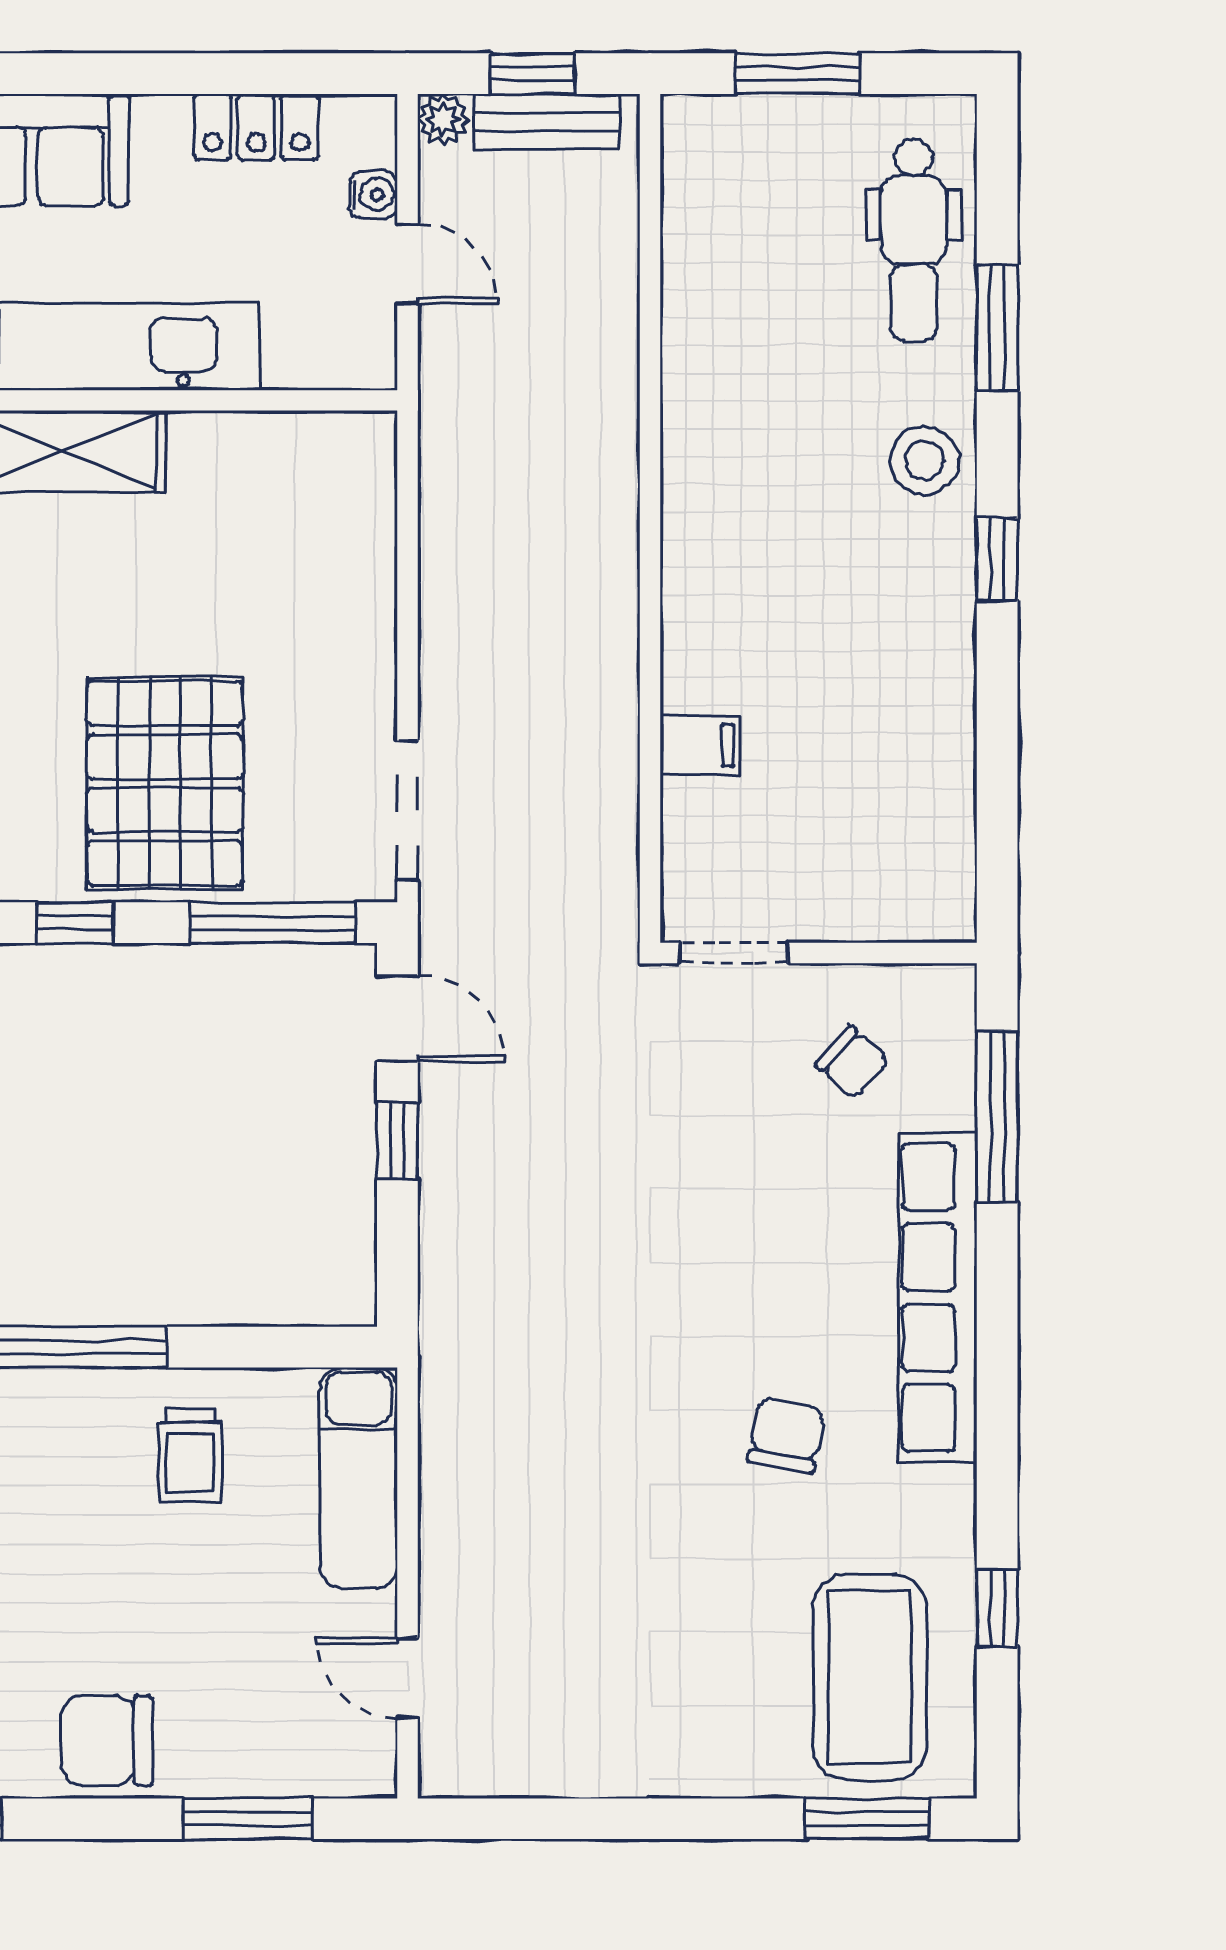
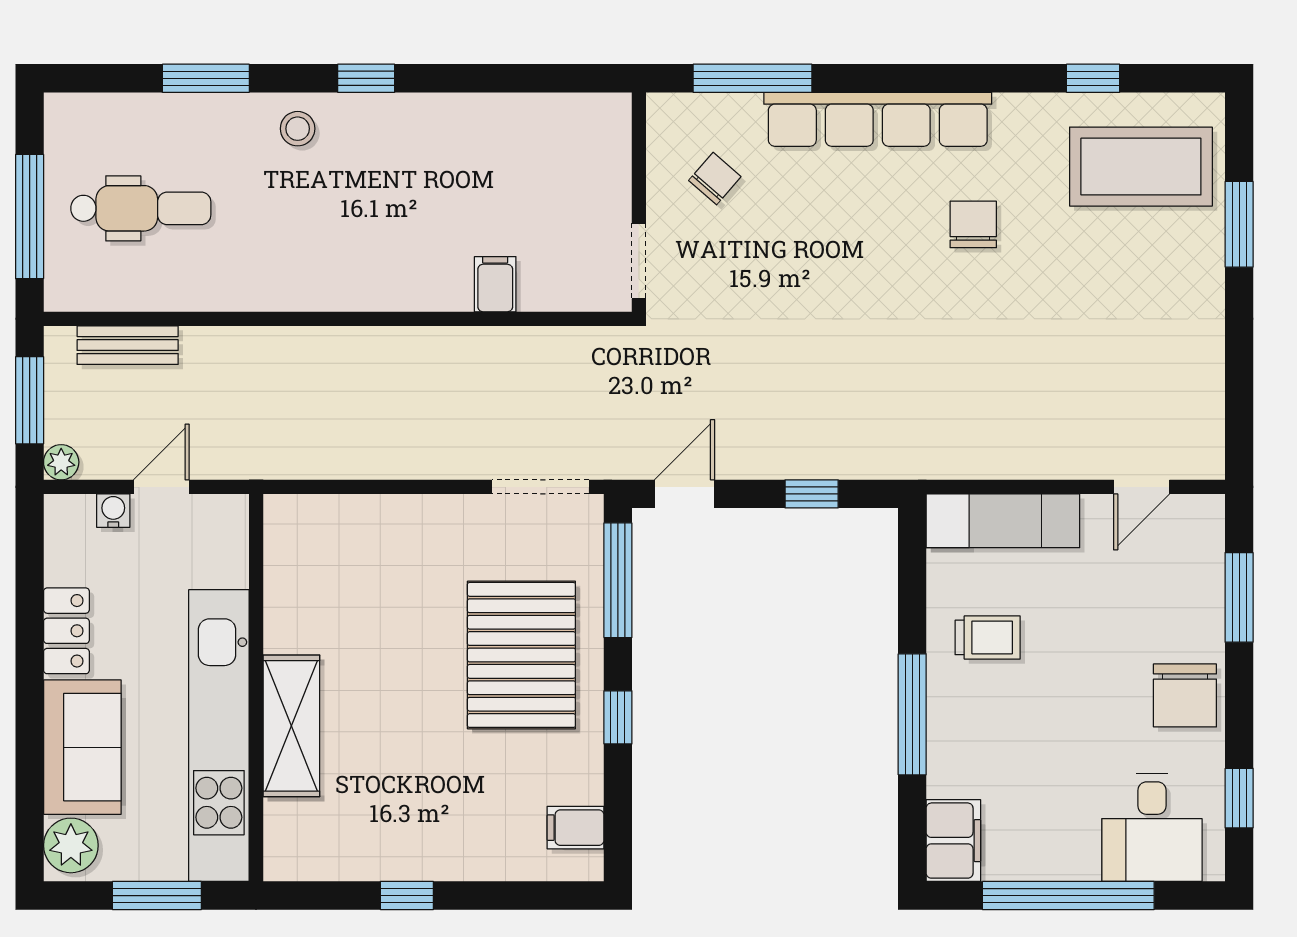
window: (533, 74) -> (30, 400), width x1.50
window: (798, 74) -> (30, 217), width x1.44
bench: (547, 122) -> (128, 345), moved, turned 90
locker: (256, 127) -> (66, 631), moved
dental chair: (914, 240) -> (141, 208), moved
stool: (924, 460) -> (298, 129), width x0.73, depth x0.73
pallet: (165, 783) -> (521, 655), turned 90
window: (397, 1141) -> (812, 494), moved
chair: (786, 1435) -> (973, 224), turned 79
window: (868, 1819) -> (1239, 224), moved

